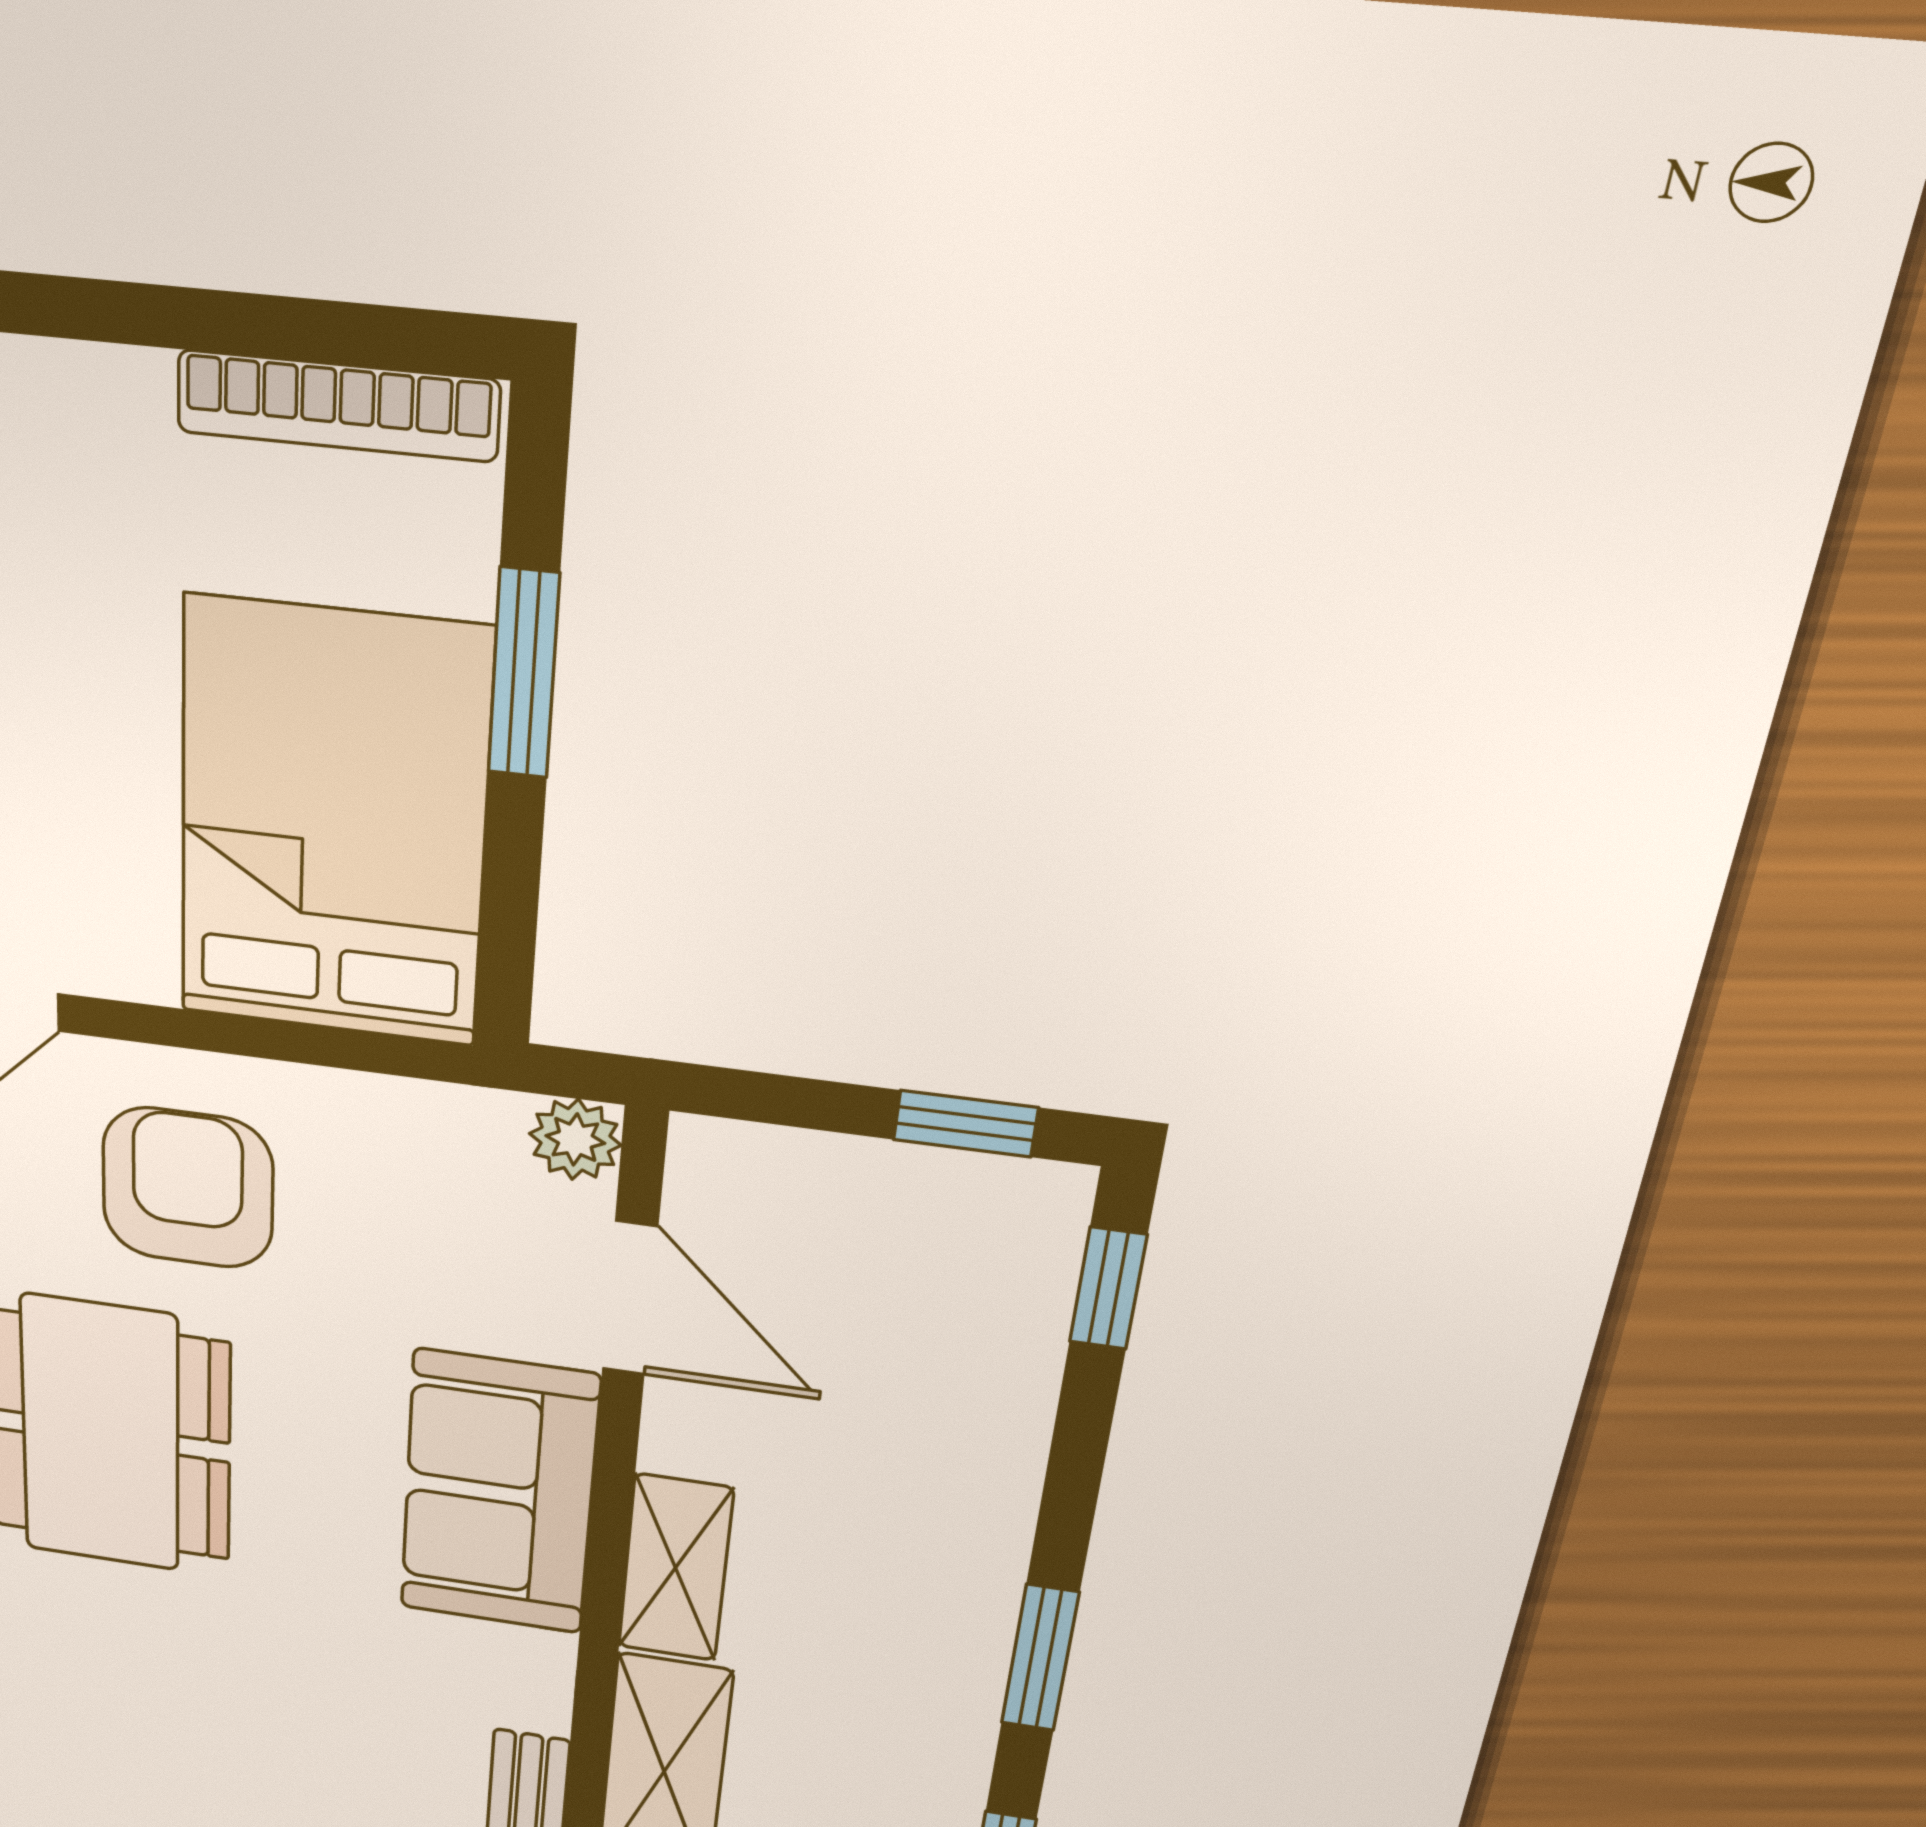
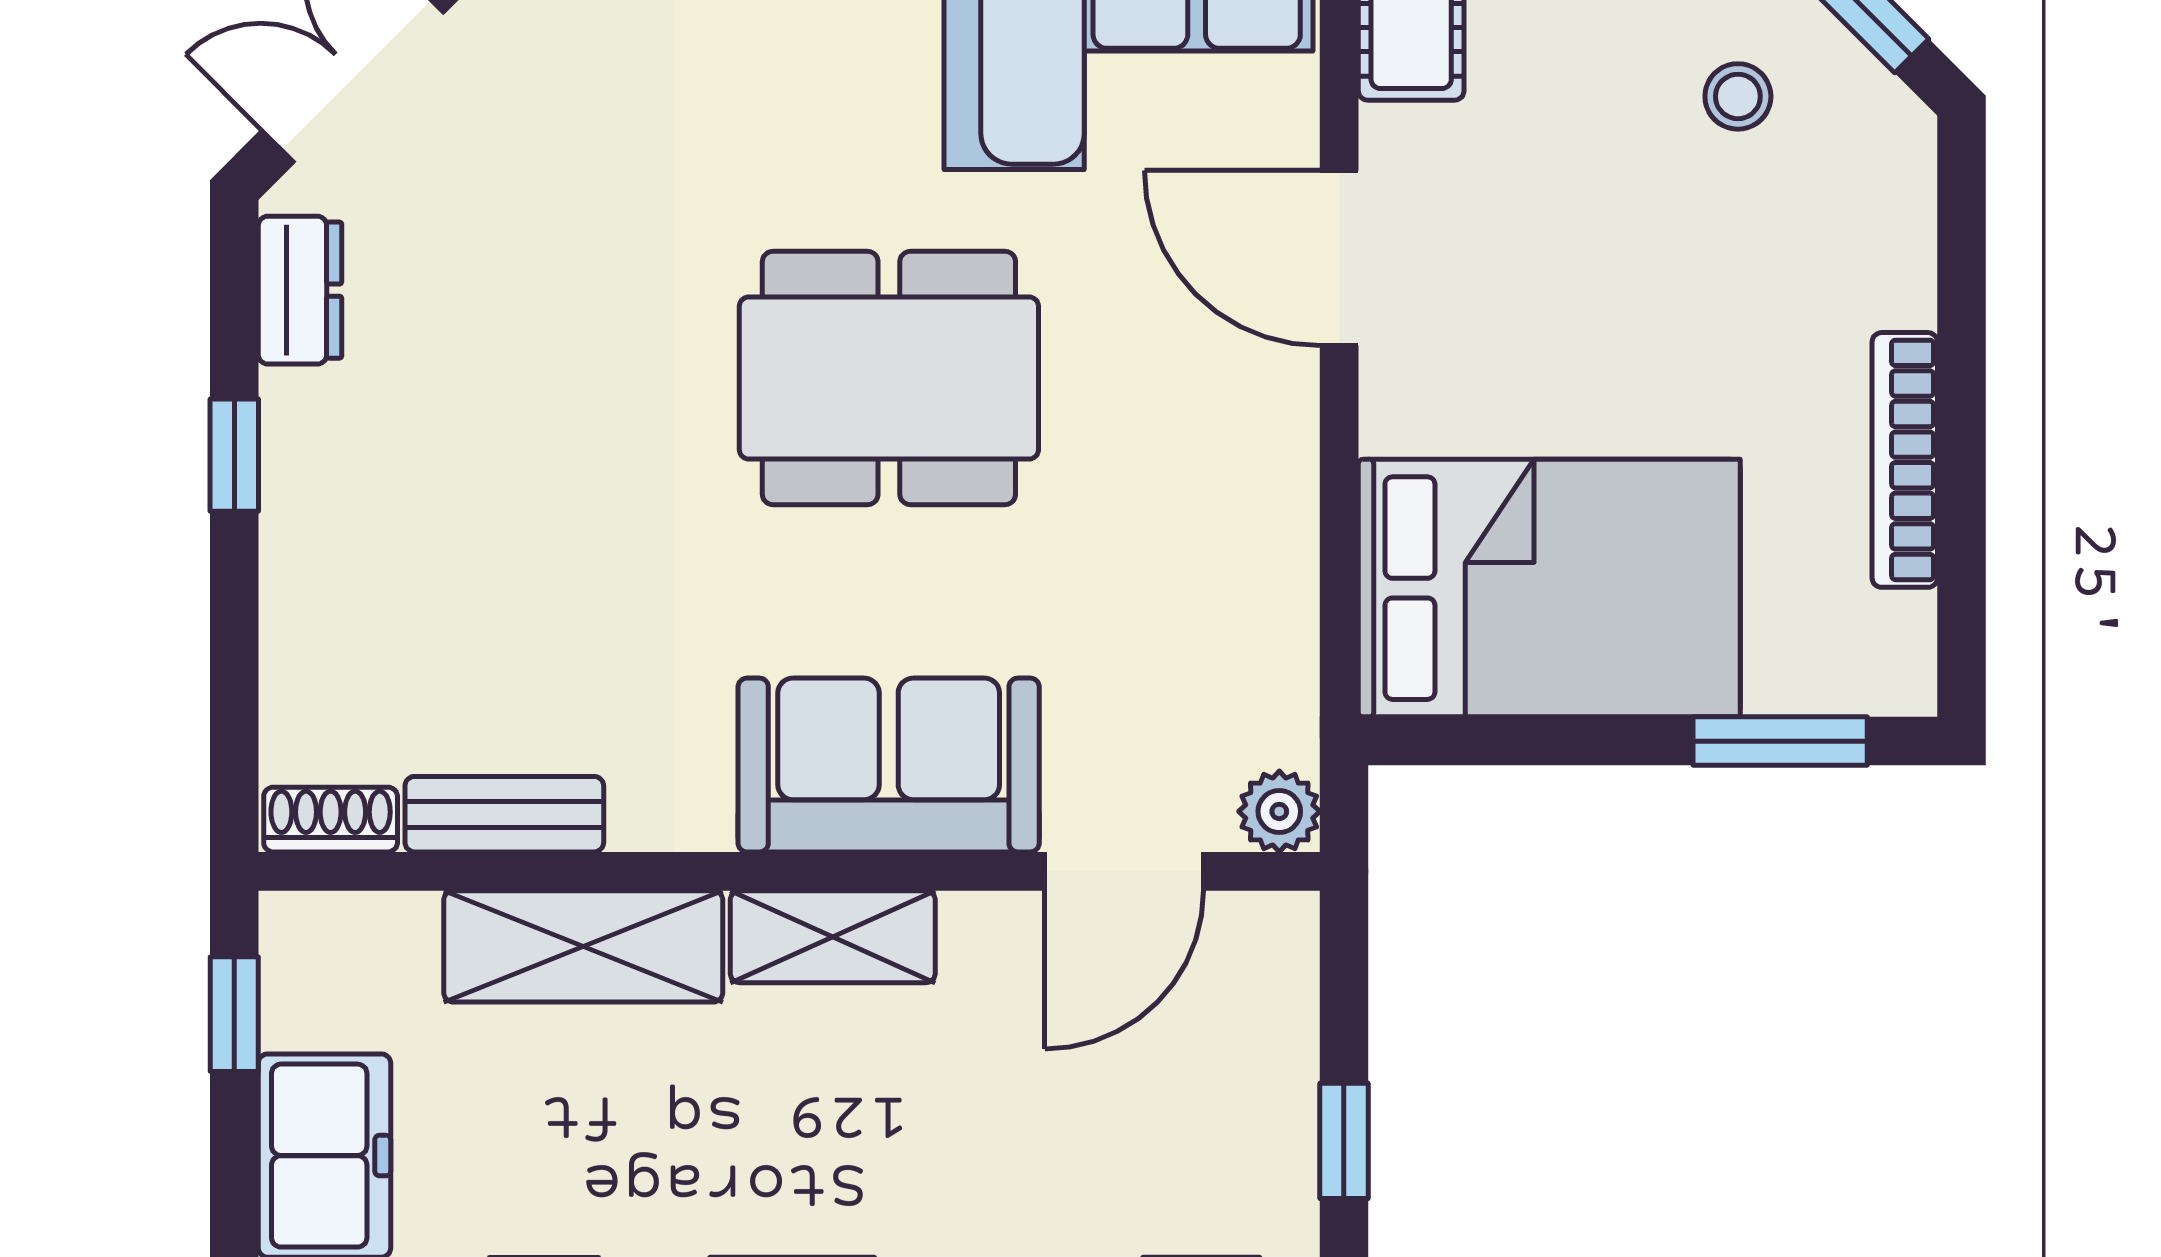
bookcase: (338, 406) -> (1905, 460), moved
window: (524, 674) -> (1780, 741), moved
armchair: (188, 1188) -> (1177, 464), removed

